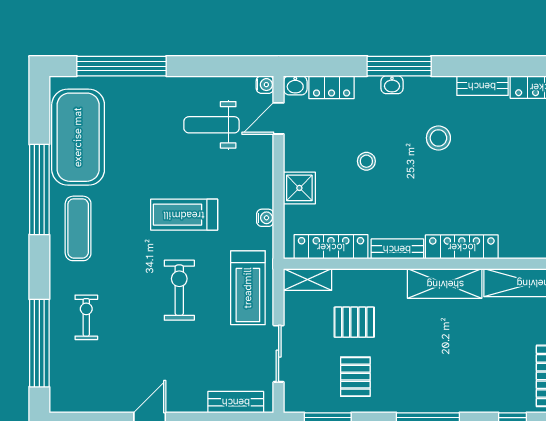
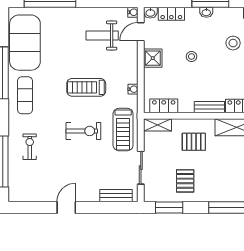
shower: (299, 188) -> (153, 58), moved
locker: (331, 247) -> (164, 106), width x0.66
exercise bike: (179, 290) -> (83, 131), turned 90
pallet: (354, 322) -> (194, 142), moved

